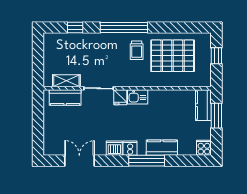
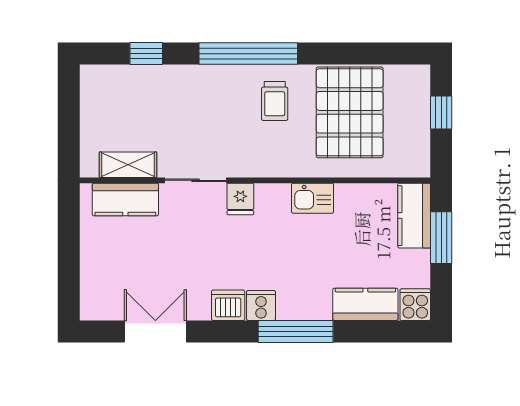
pallet: (173, 56) -> (350, 112), turned 90
kitchen sink: (138, 97) -> (313, 198), moved
kitchen counter: (162, 148) -> (365, 304), moved

